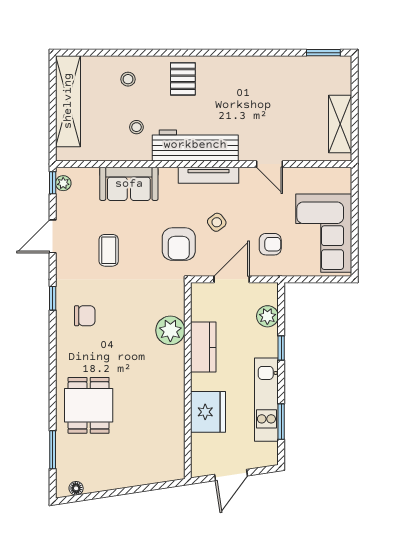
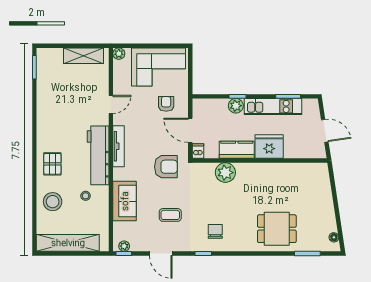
stool: (128, 79) -> (53, 202), width x1.89, depth x1.89
pallet: (183, 79) -> (52, 164), turned 90
plant: (343, 175) -> (119, 54), added
side table: (217, 222) -> (151, 141), removed
dishwasher: (201, 291) -> (198, 151), added
plant: (267, 316) -> (236, 106), moved
fridge: (208, 412) -> (269, 147), moved

